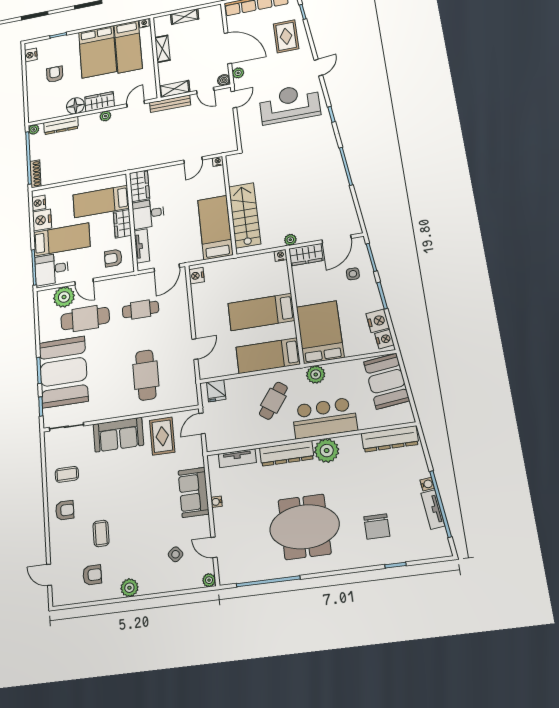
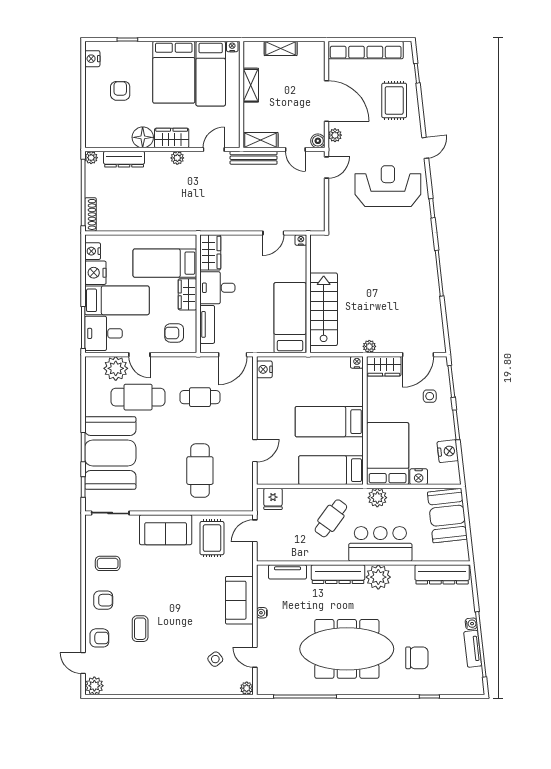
nightstand: (384, 339) -> (419, 477), moved, turned 96
meeting table: (304, 527) -> (347, 649), width x1.36
chair: (377, 527) -> (417, 658), turned -90
armchair: (92, 575) -> (99, 638), moved
plant: (129, 588) -> (94, 686), moved

